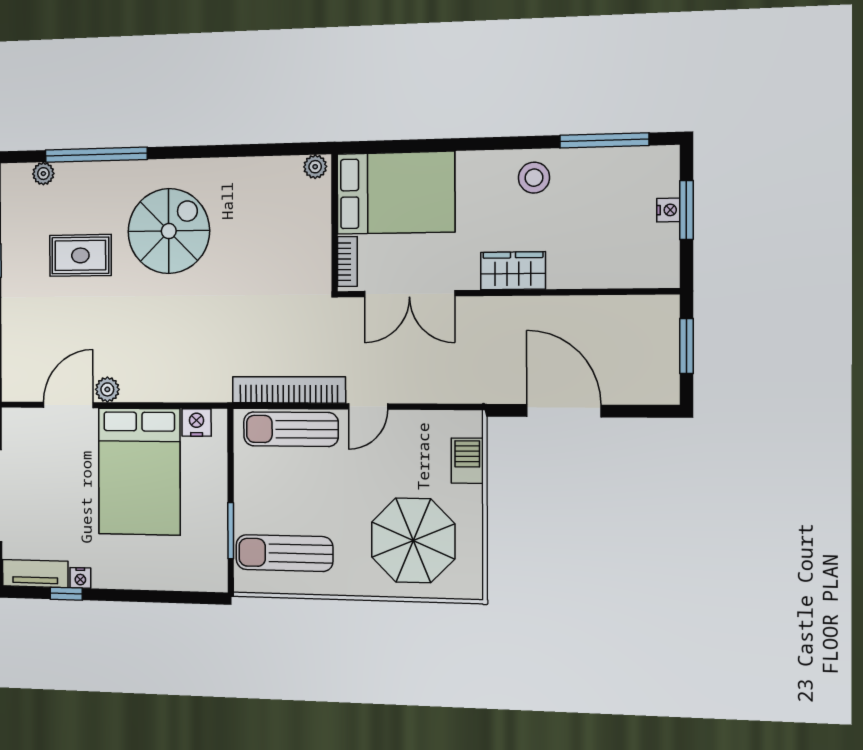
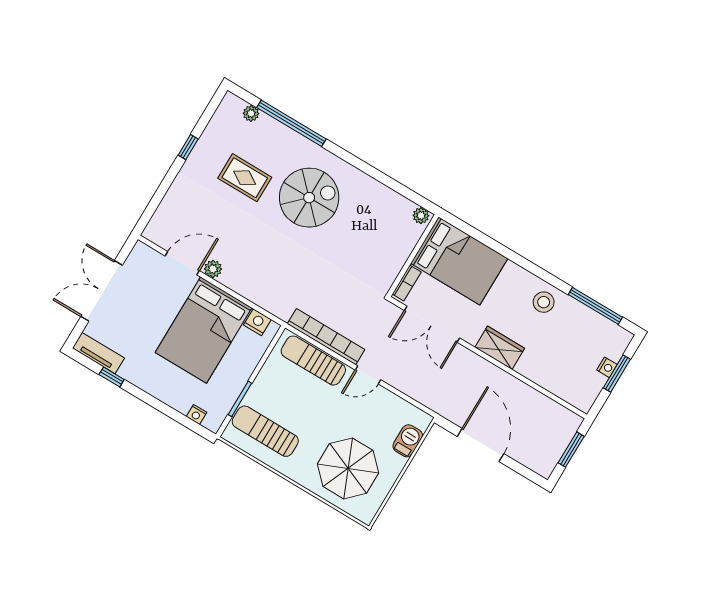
nightstand: (80, 578) -> (196, 414), moved

